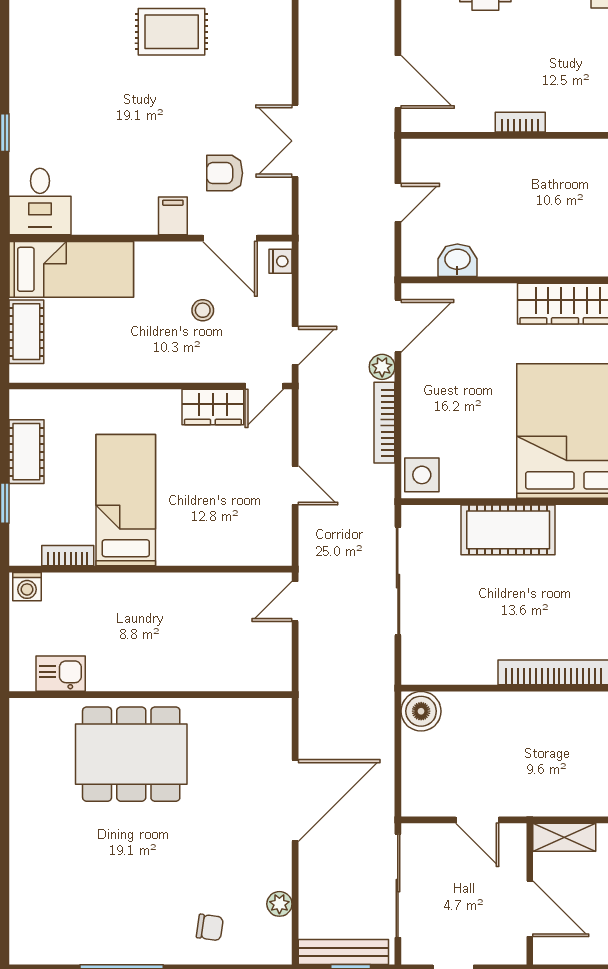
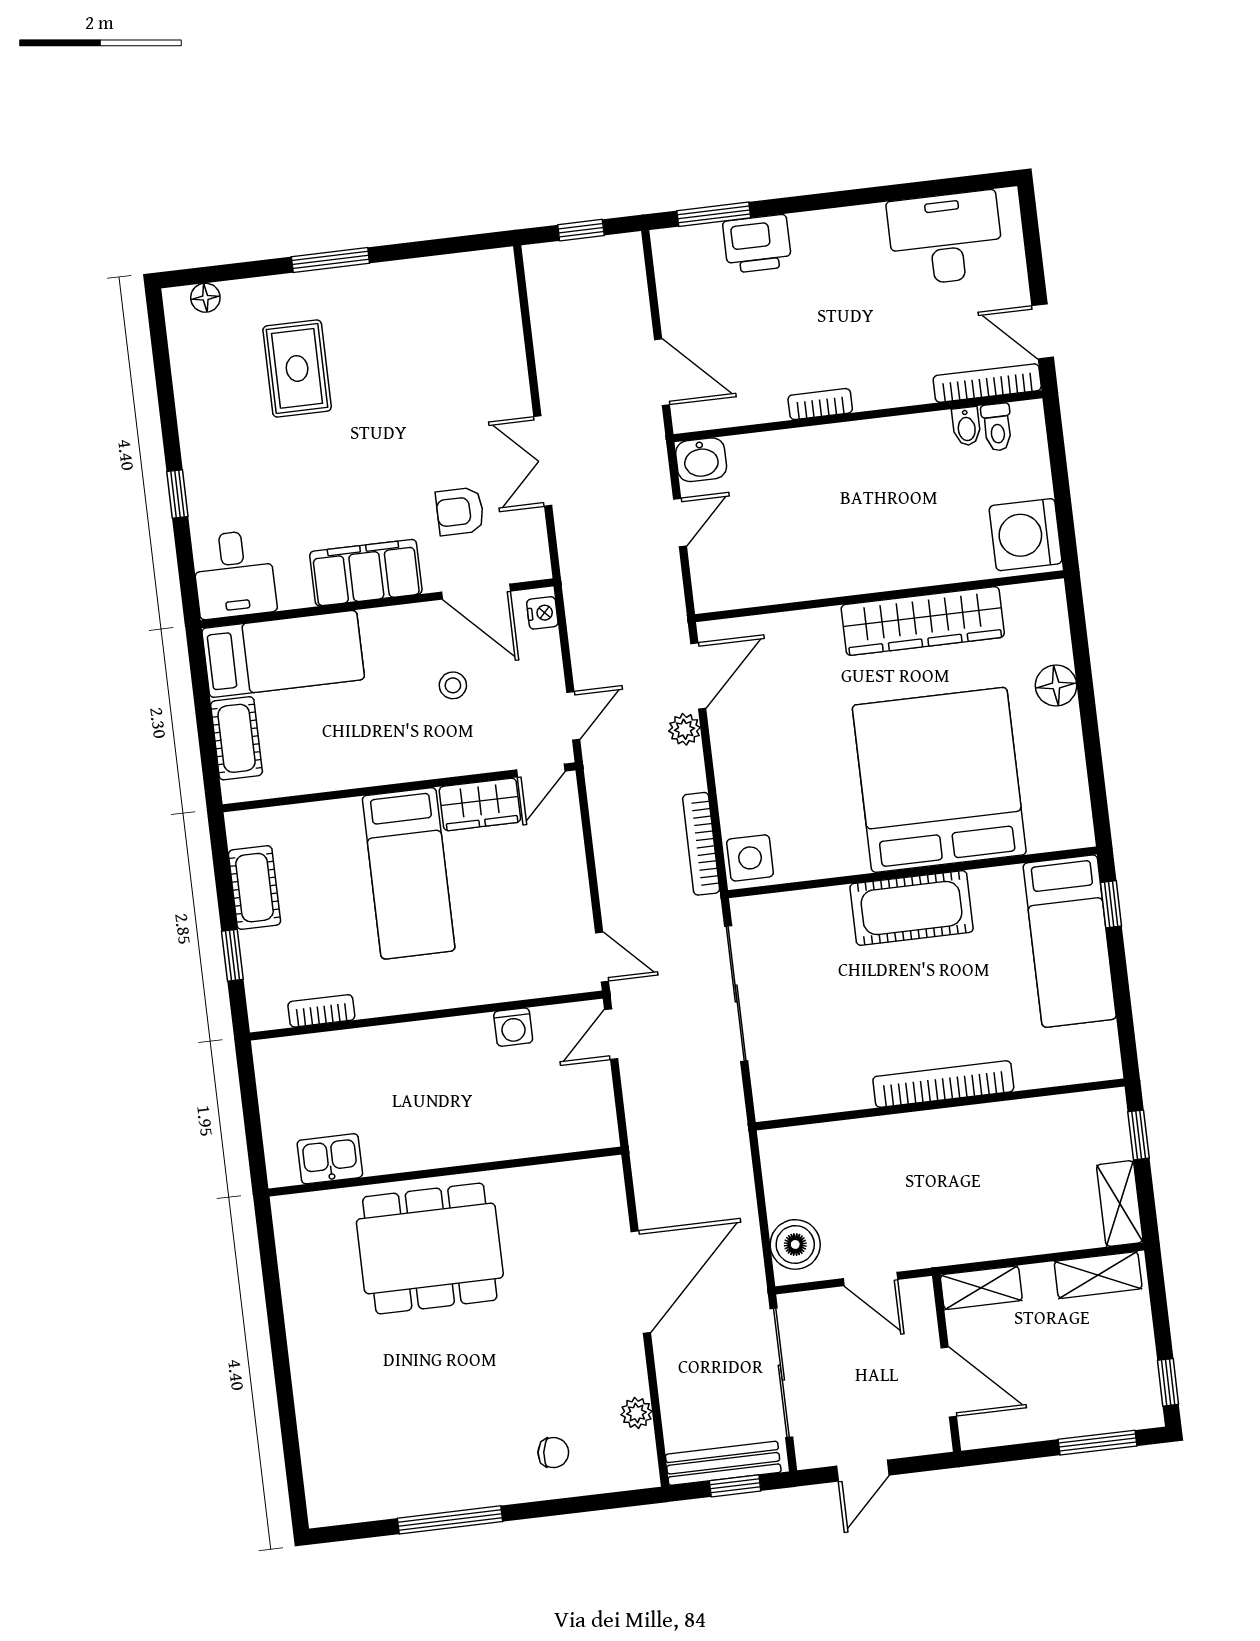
rug: (172, 32) -> (297, 368), moved, turned 90
filing cabinet: (173, 216) -> (366, 573), width x3.00, depth x1.17
washbasin: (457, 260) -> (701, 460), moved, turned 180
bookcase: (384, 423) -> (701, 844), moved
door: (295, 485) -> (602, 957), moved
bed: (126, 500) -> (409, 873), moved, turned 180
cot: (508, 530) -> (912, 908), moved
washing machine: (27, 587) -> (513, 1027), moved
boiler: (421, 711) -> (795, 1244), moved

